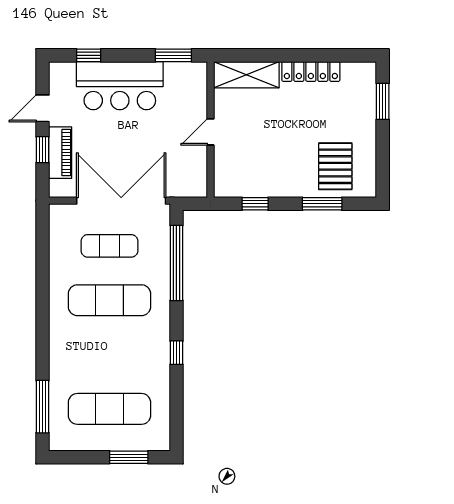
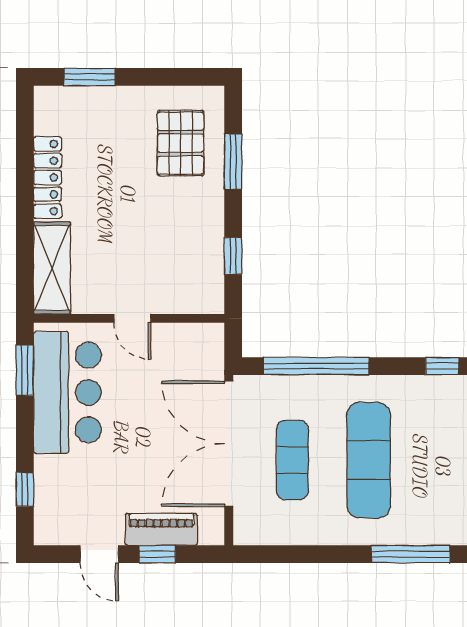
bar counter: (120, 86) -> (67, 392), moved
pallet: (335, 166) -> (181, 143), turned 90
window: (42, 330) -> (411, 554), added

